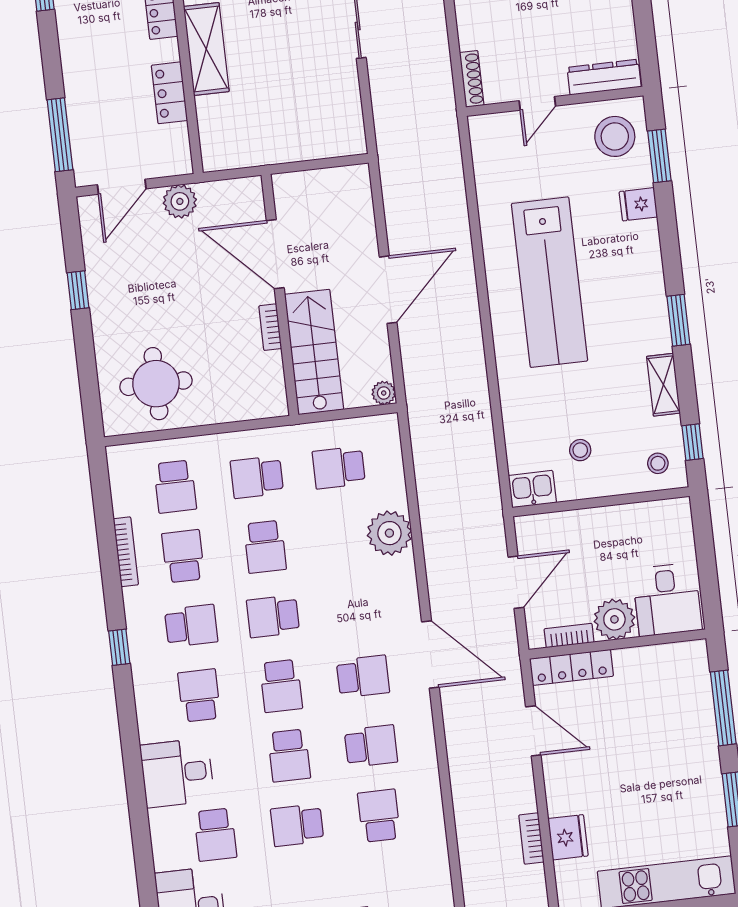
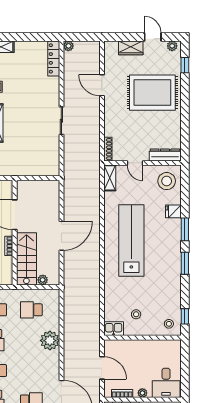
door: (537, 103) -> (135, 163), hinge flipped
window: (659, 156) -> (185, 229), moved
lab bench: (550, 282) -> (131, 240), turned 180
shelving: (663, 385) -> (110, 178), moved
plant: (384, 393) -> (43, 280), moved
door: (516, 582) -> (102, 368), hinge flipped
plant: (614, 619) -> (142, 393), width x0.53, depth x0.53

